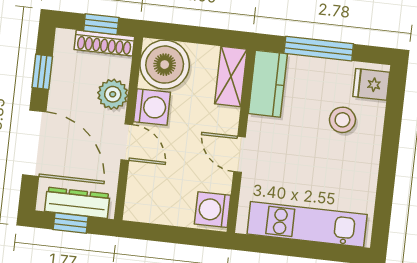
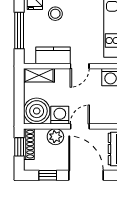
kitchen counter: (268, 84) -> (53, 55), moved
door: (34, 143) -> (86, 175), hinge flipped

